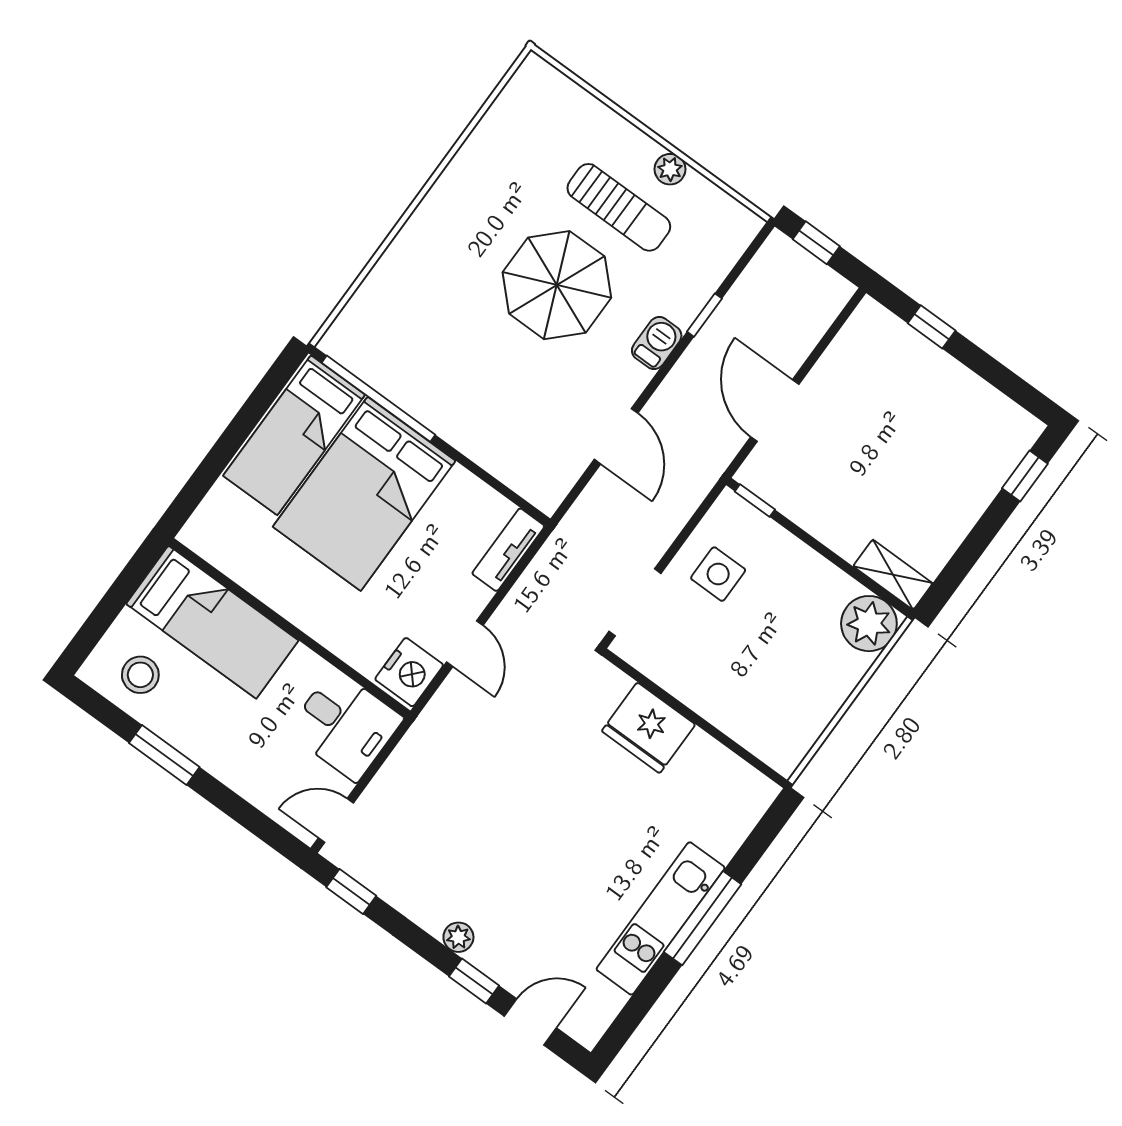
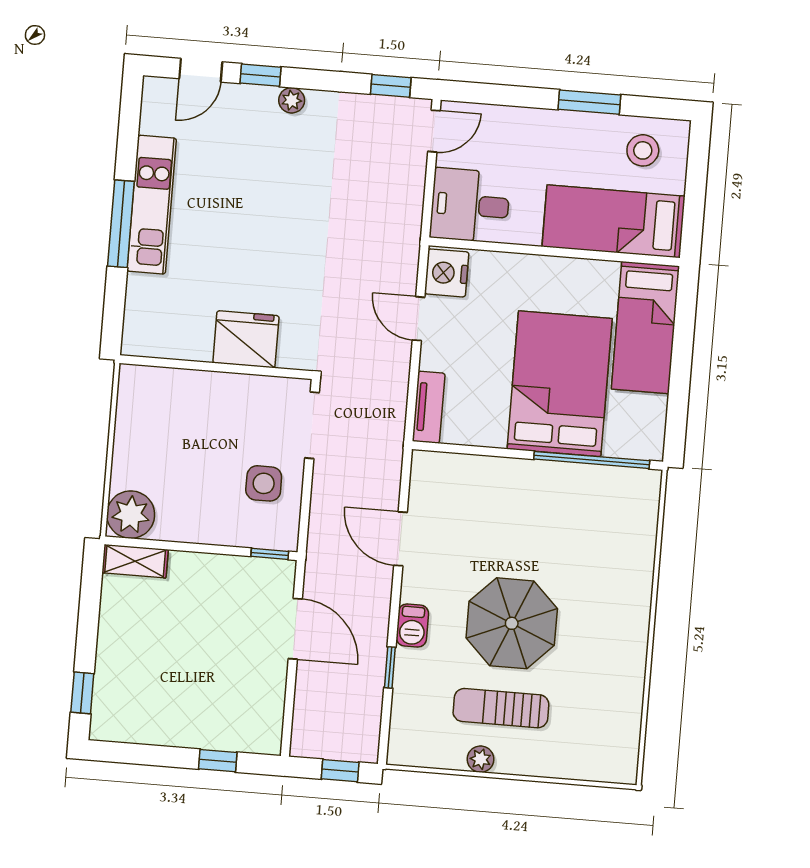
bed: (294, 435) -> (645, 328), moved, turned 180

